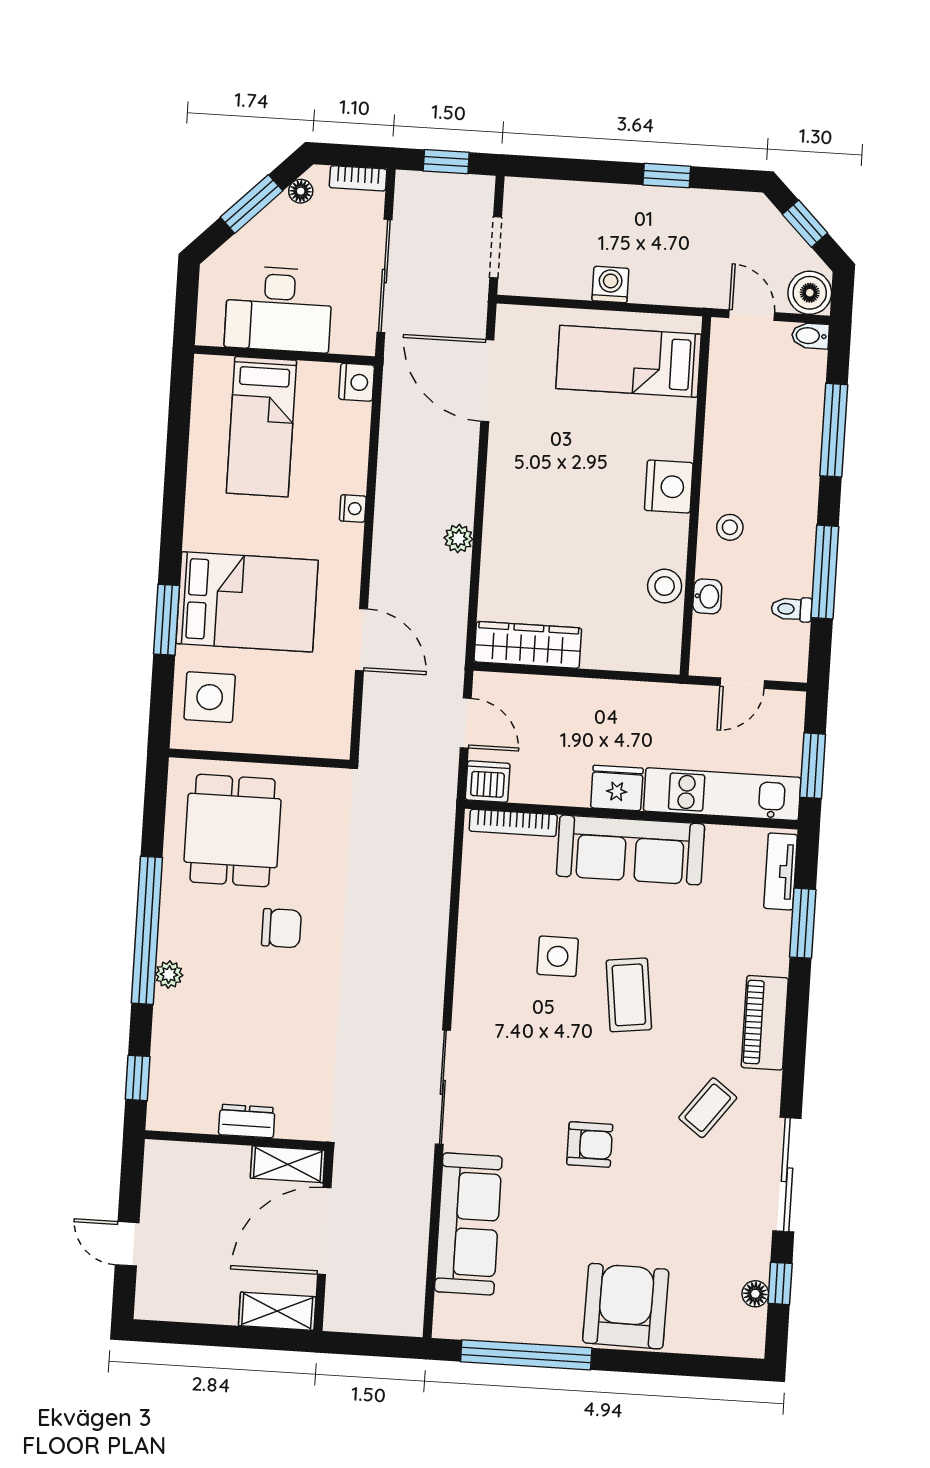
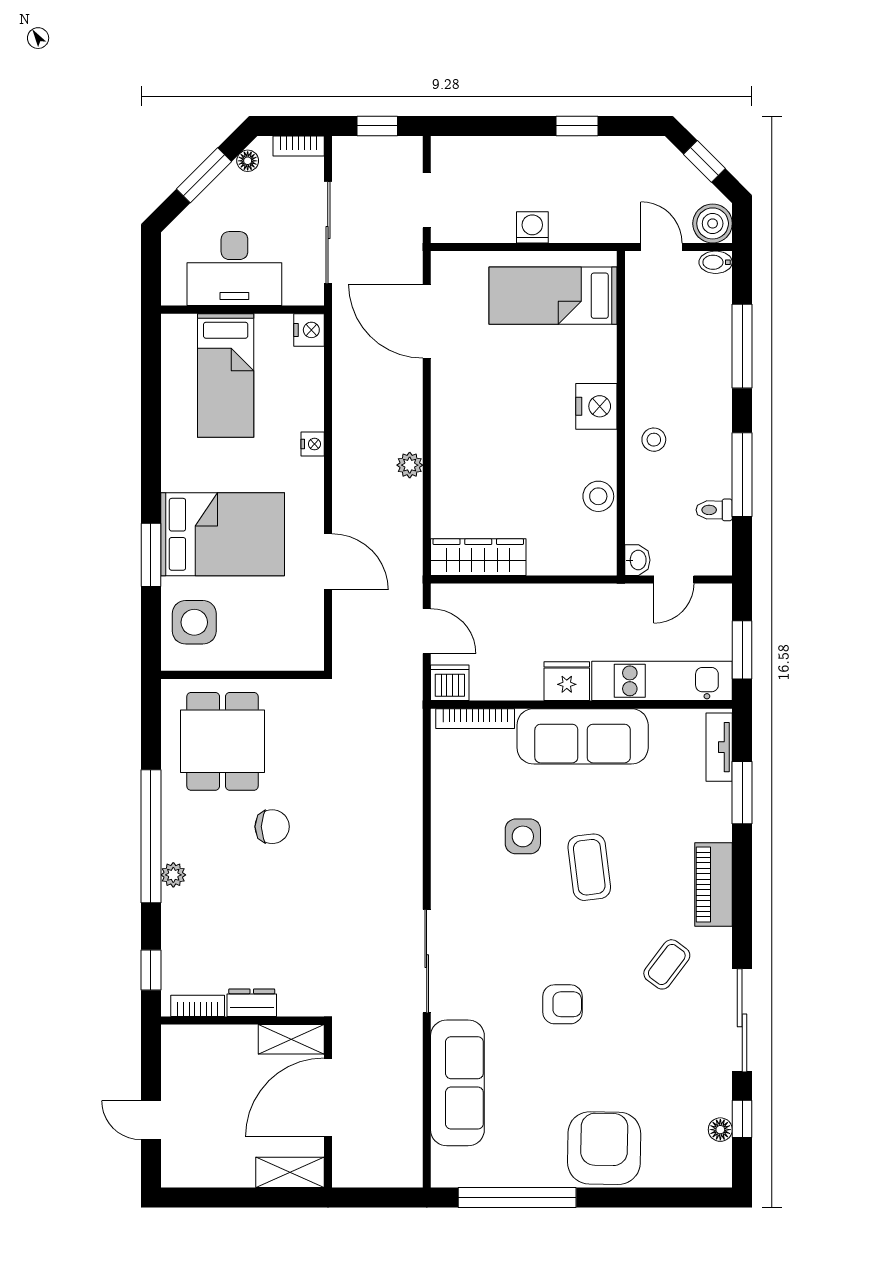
washbasin: (707, 596) -> (637, 560), moved
bookcase: (187, 1121) -> (198, 1006), added

